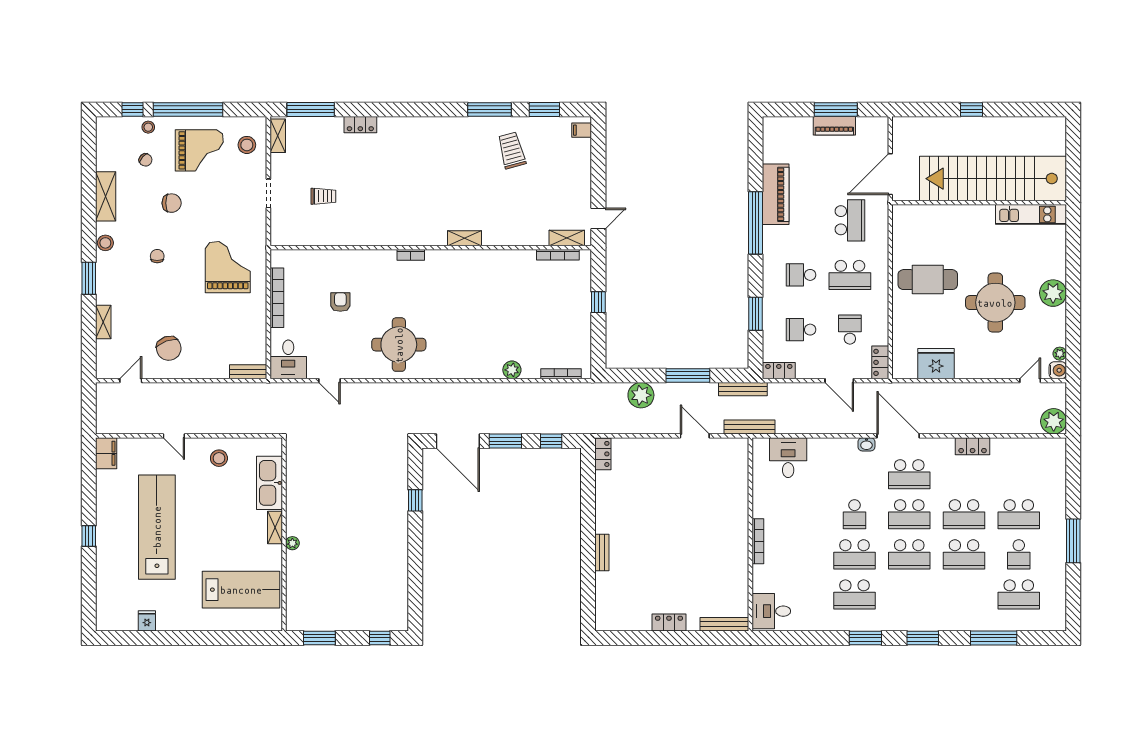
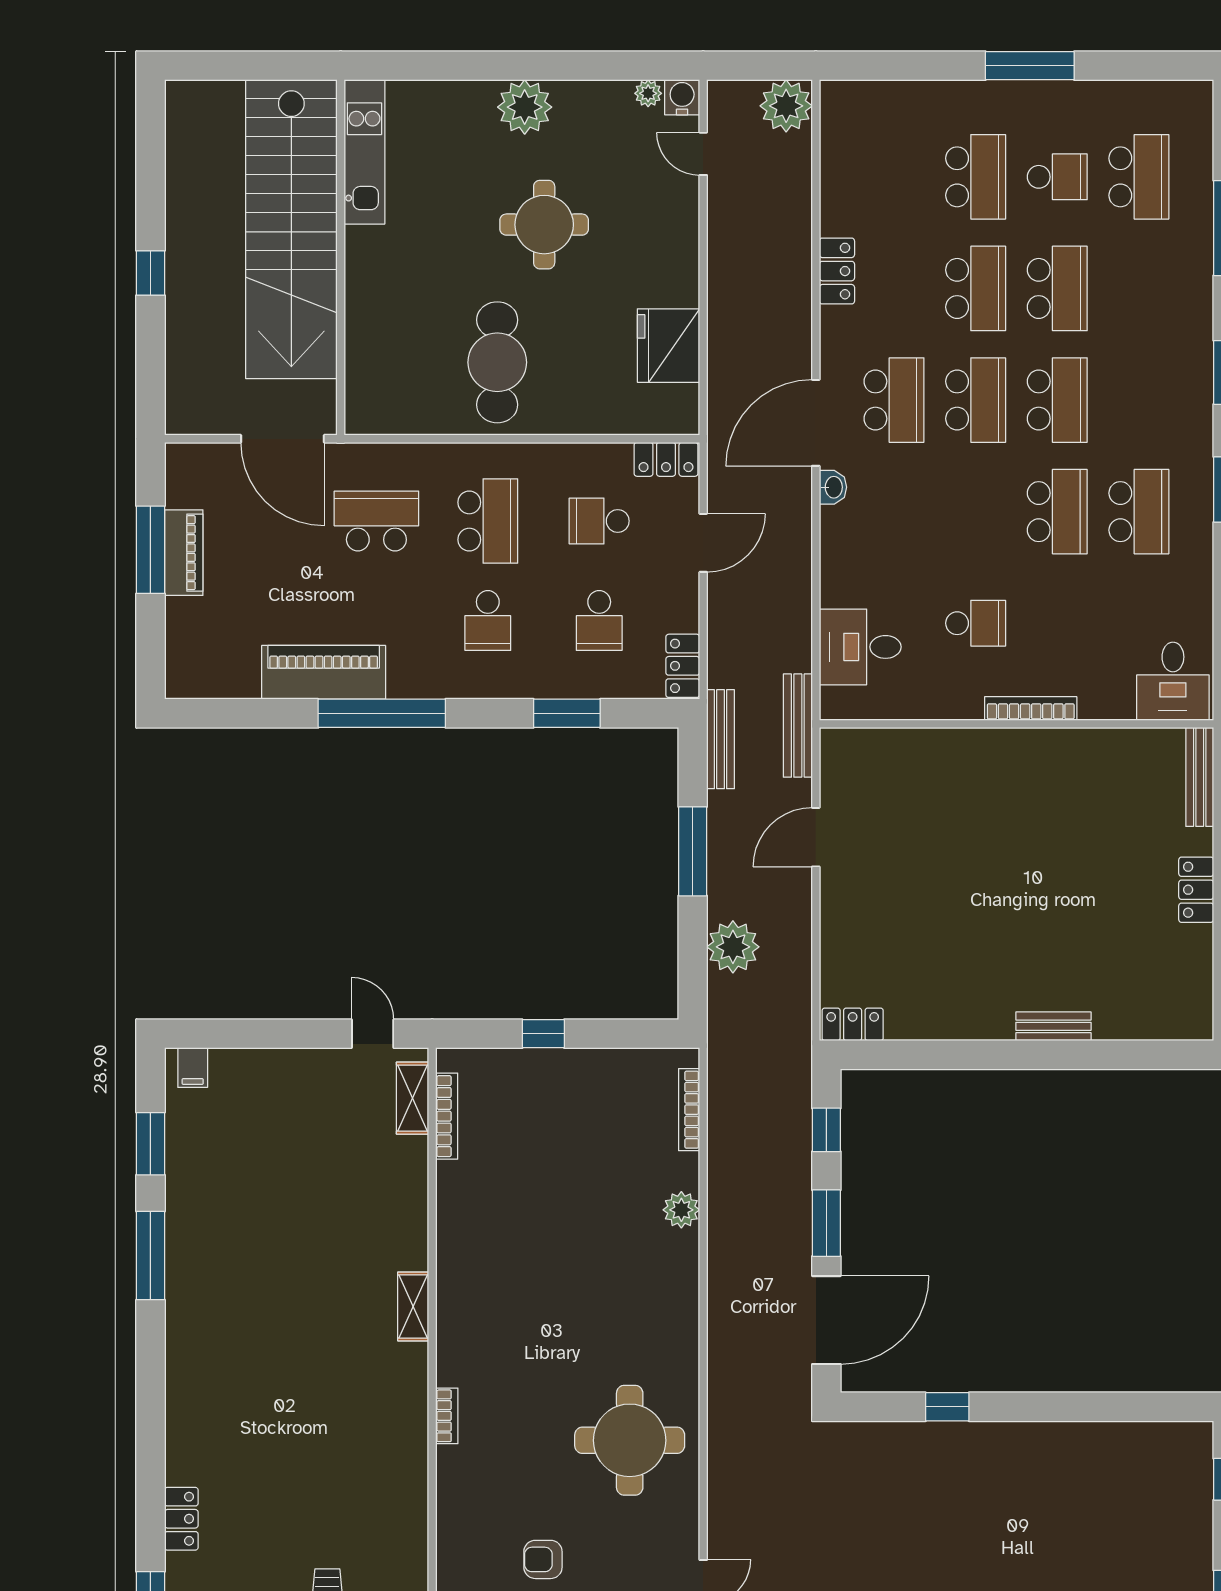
trolley: (512, 150) -> (234, 1210), removed
round table: (995, 303) -> (544, 225), width x0.73, depth x0.73
school desk: (854, 514) -> (976, 623), moved

